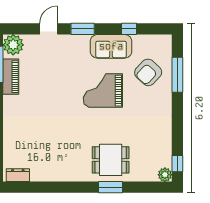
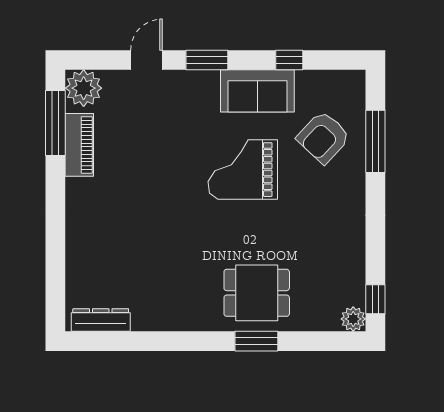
dresser: (18, 175) -> (101, 320), width x1.44

